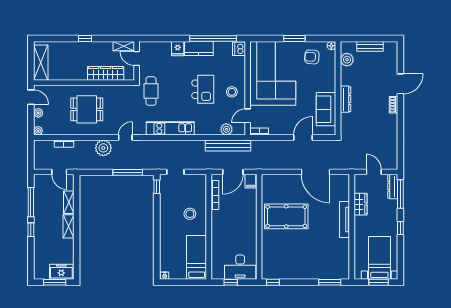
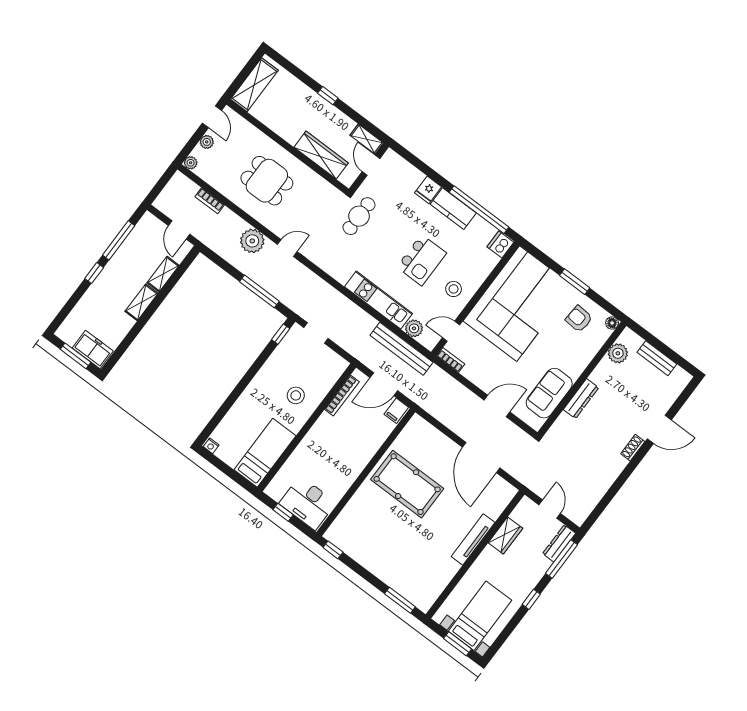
kitchen unit: (170, 128) -> (379, 300), moved

